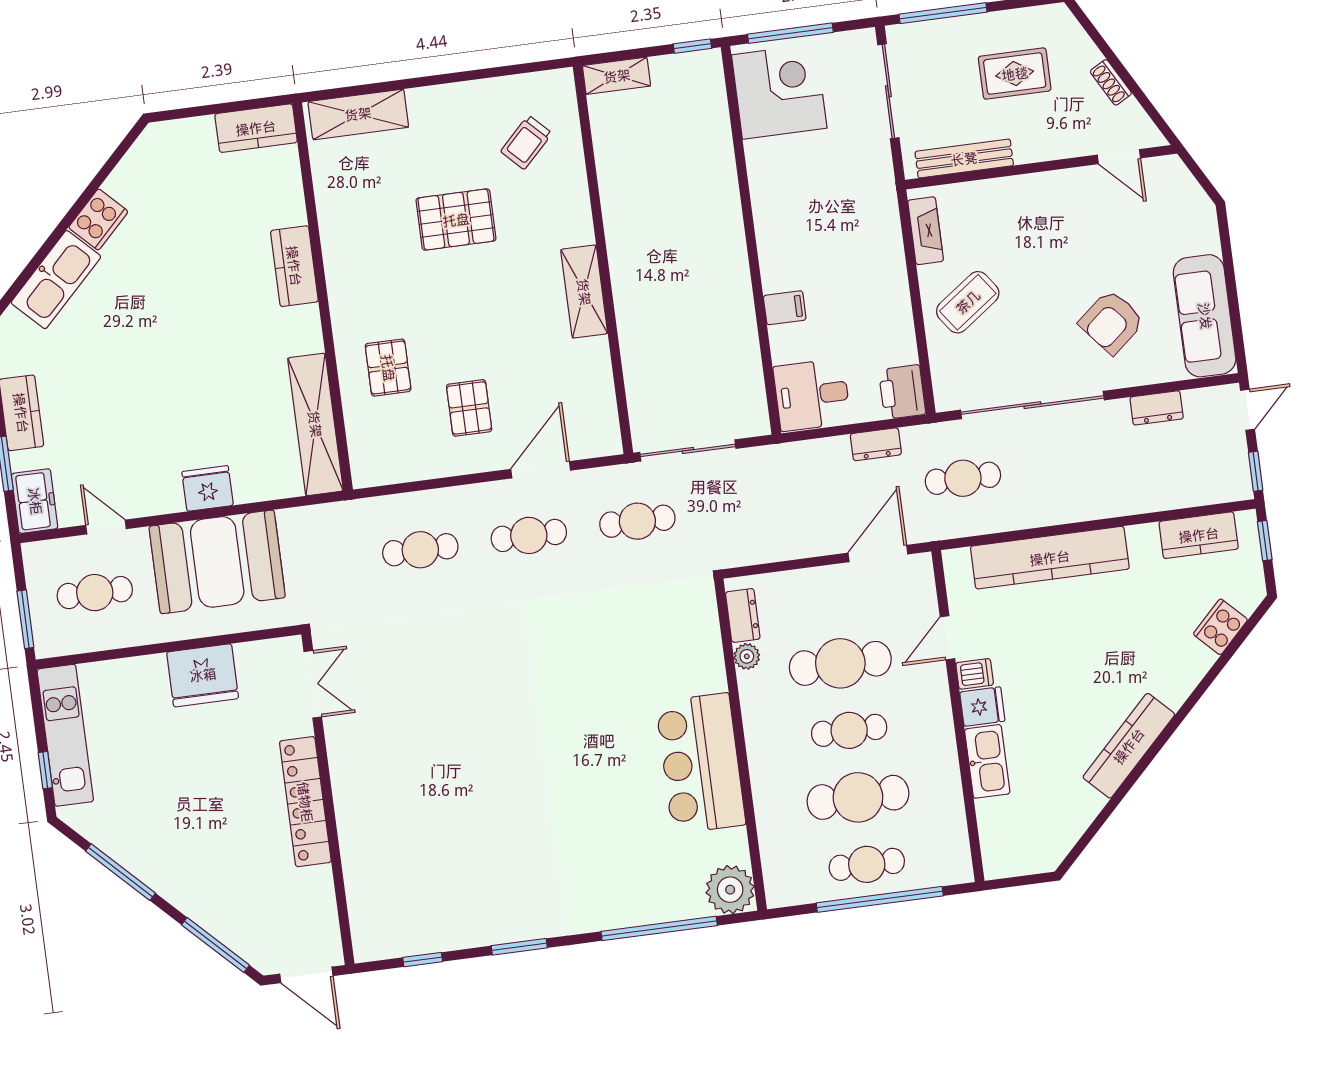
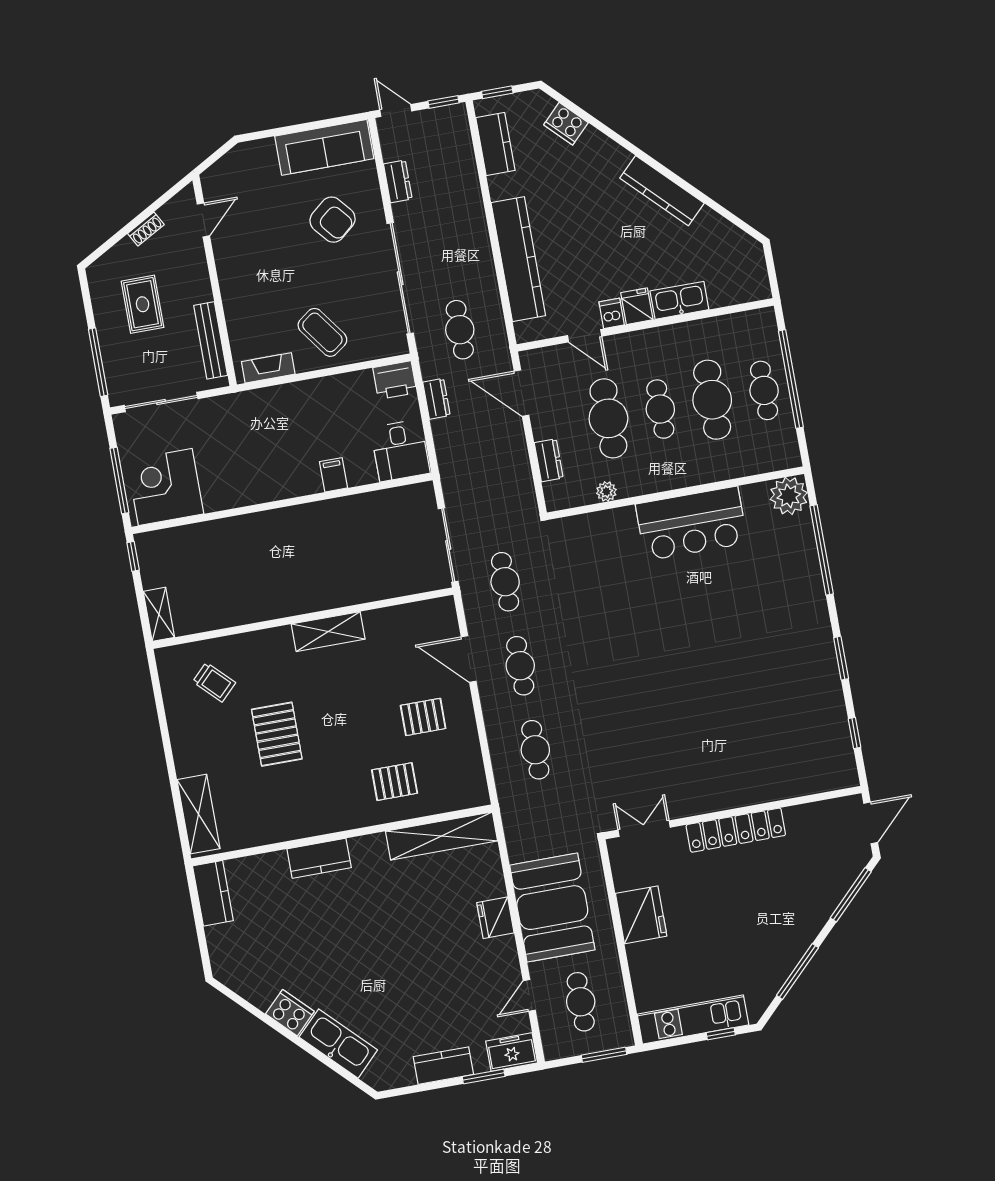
dresser: (743, 615) -> (549, 460), moved, turned 90

